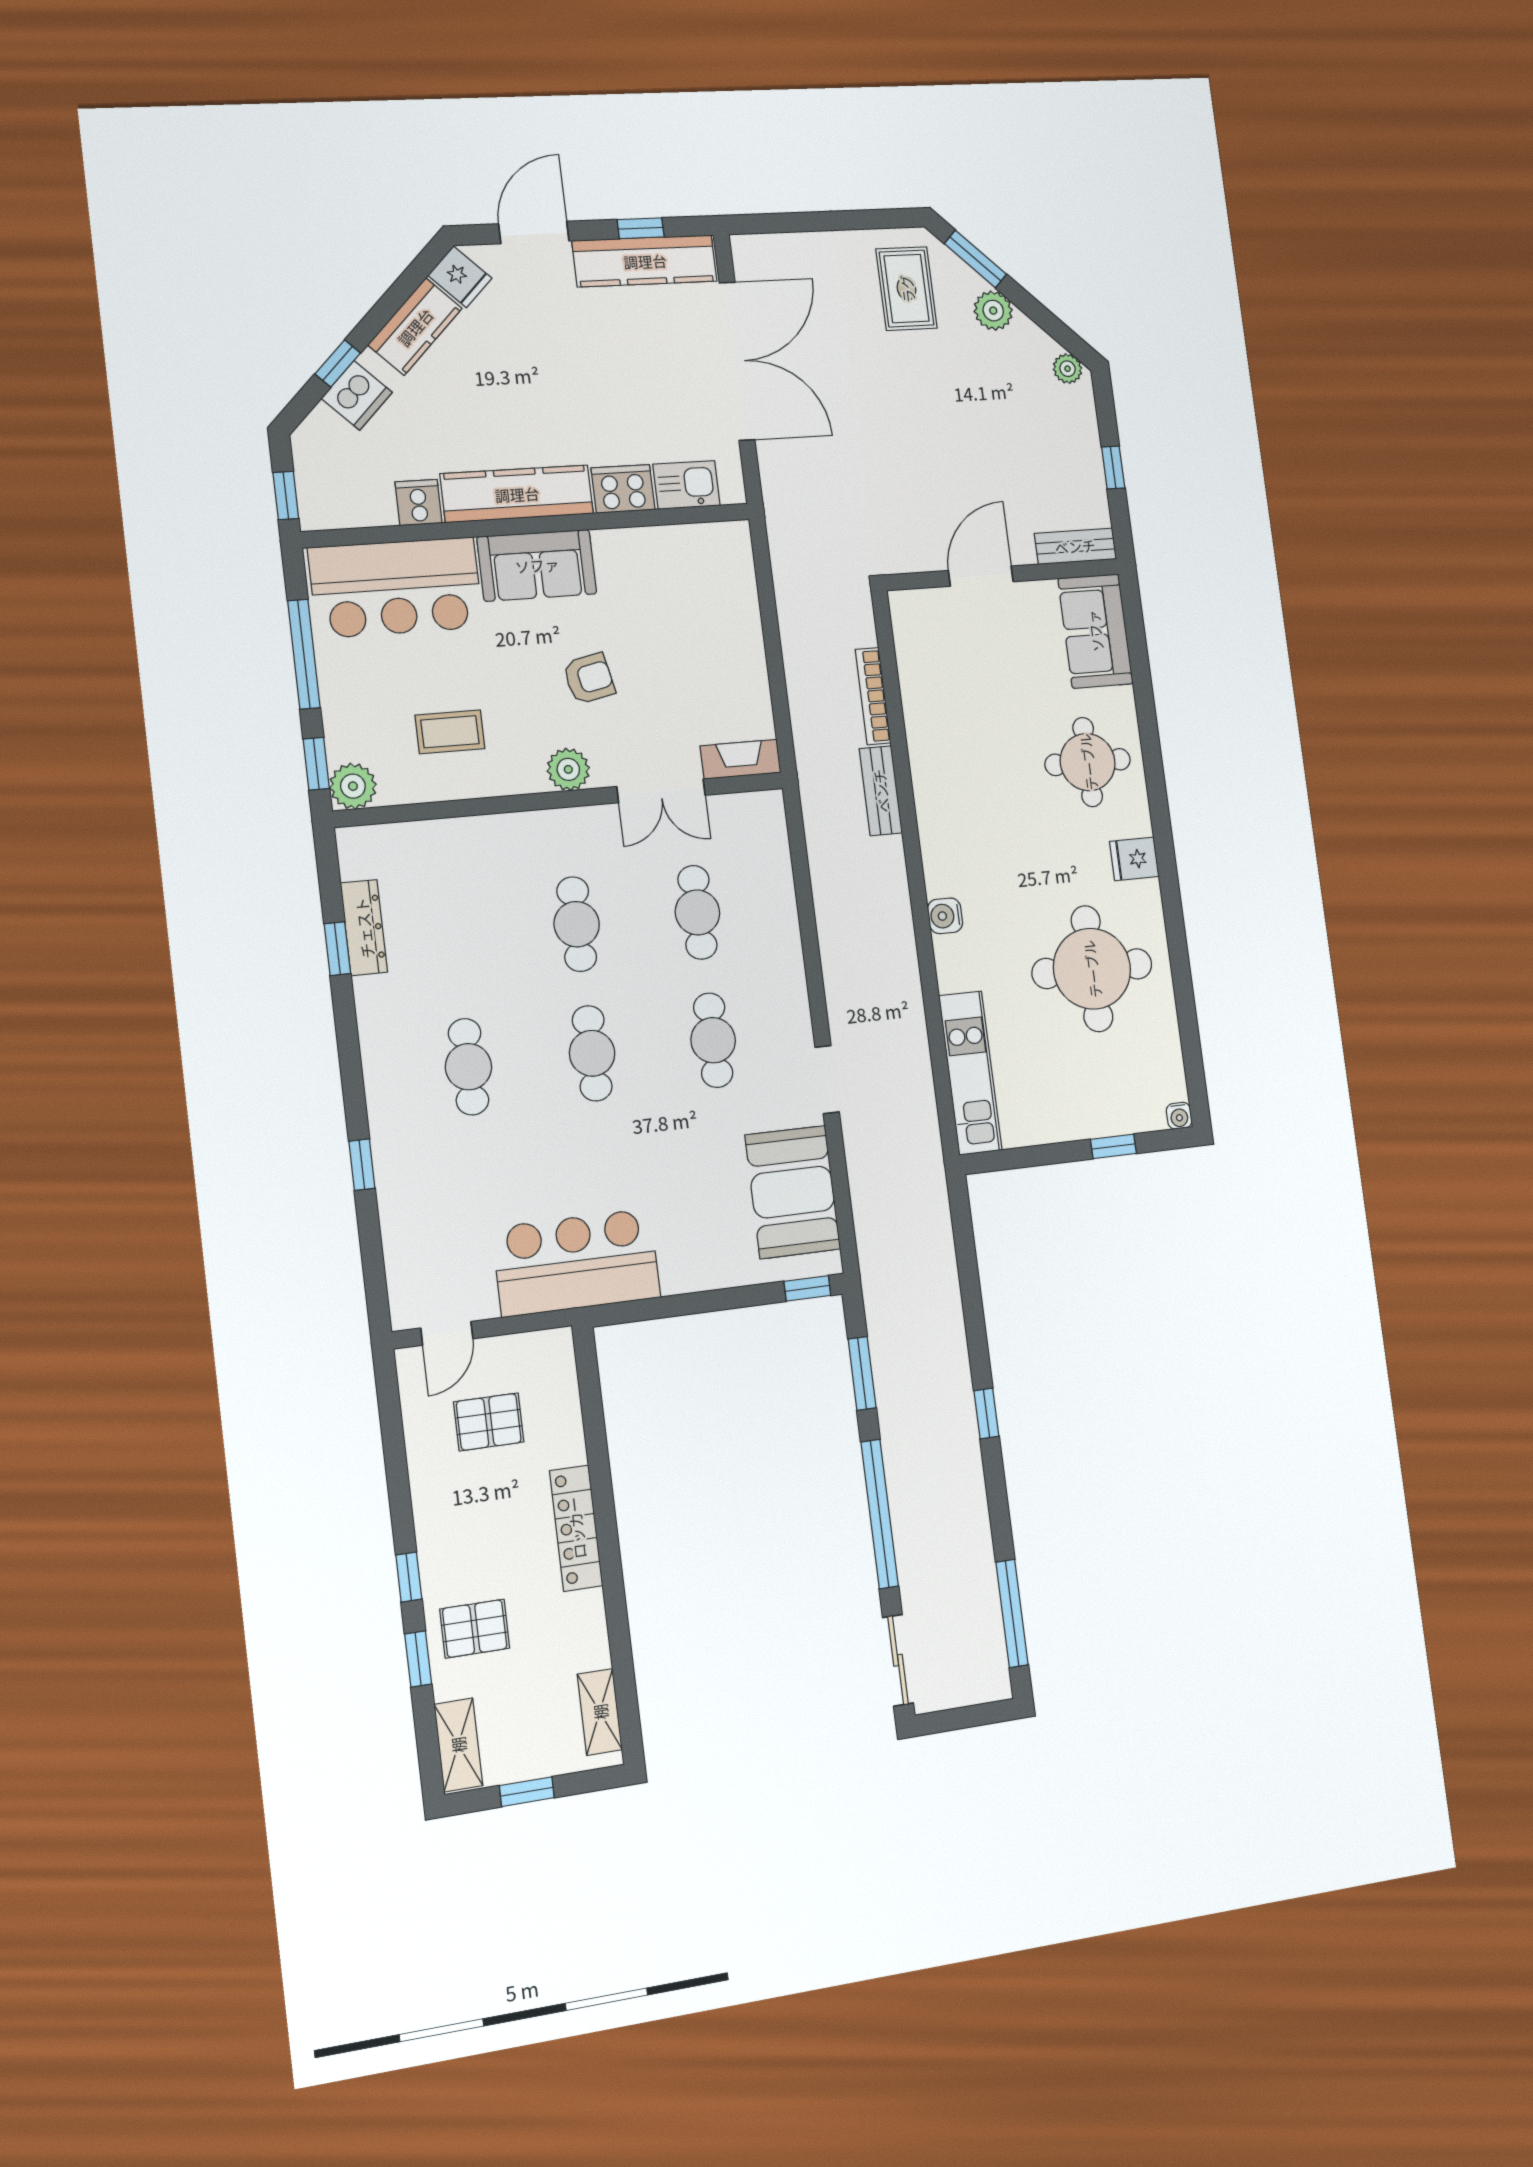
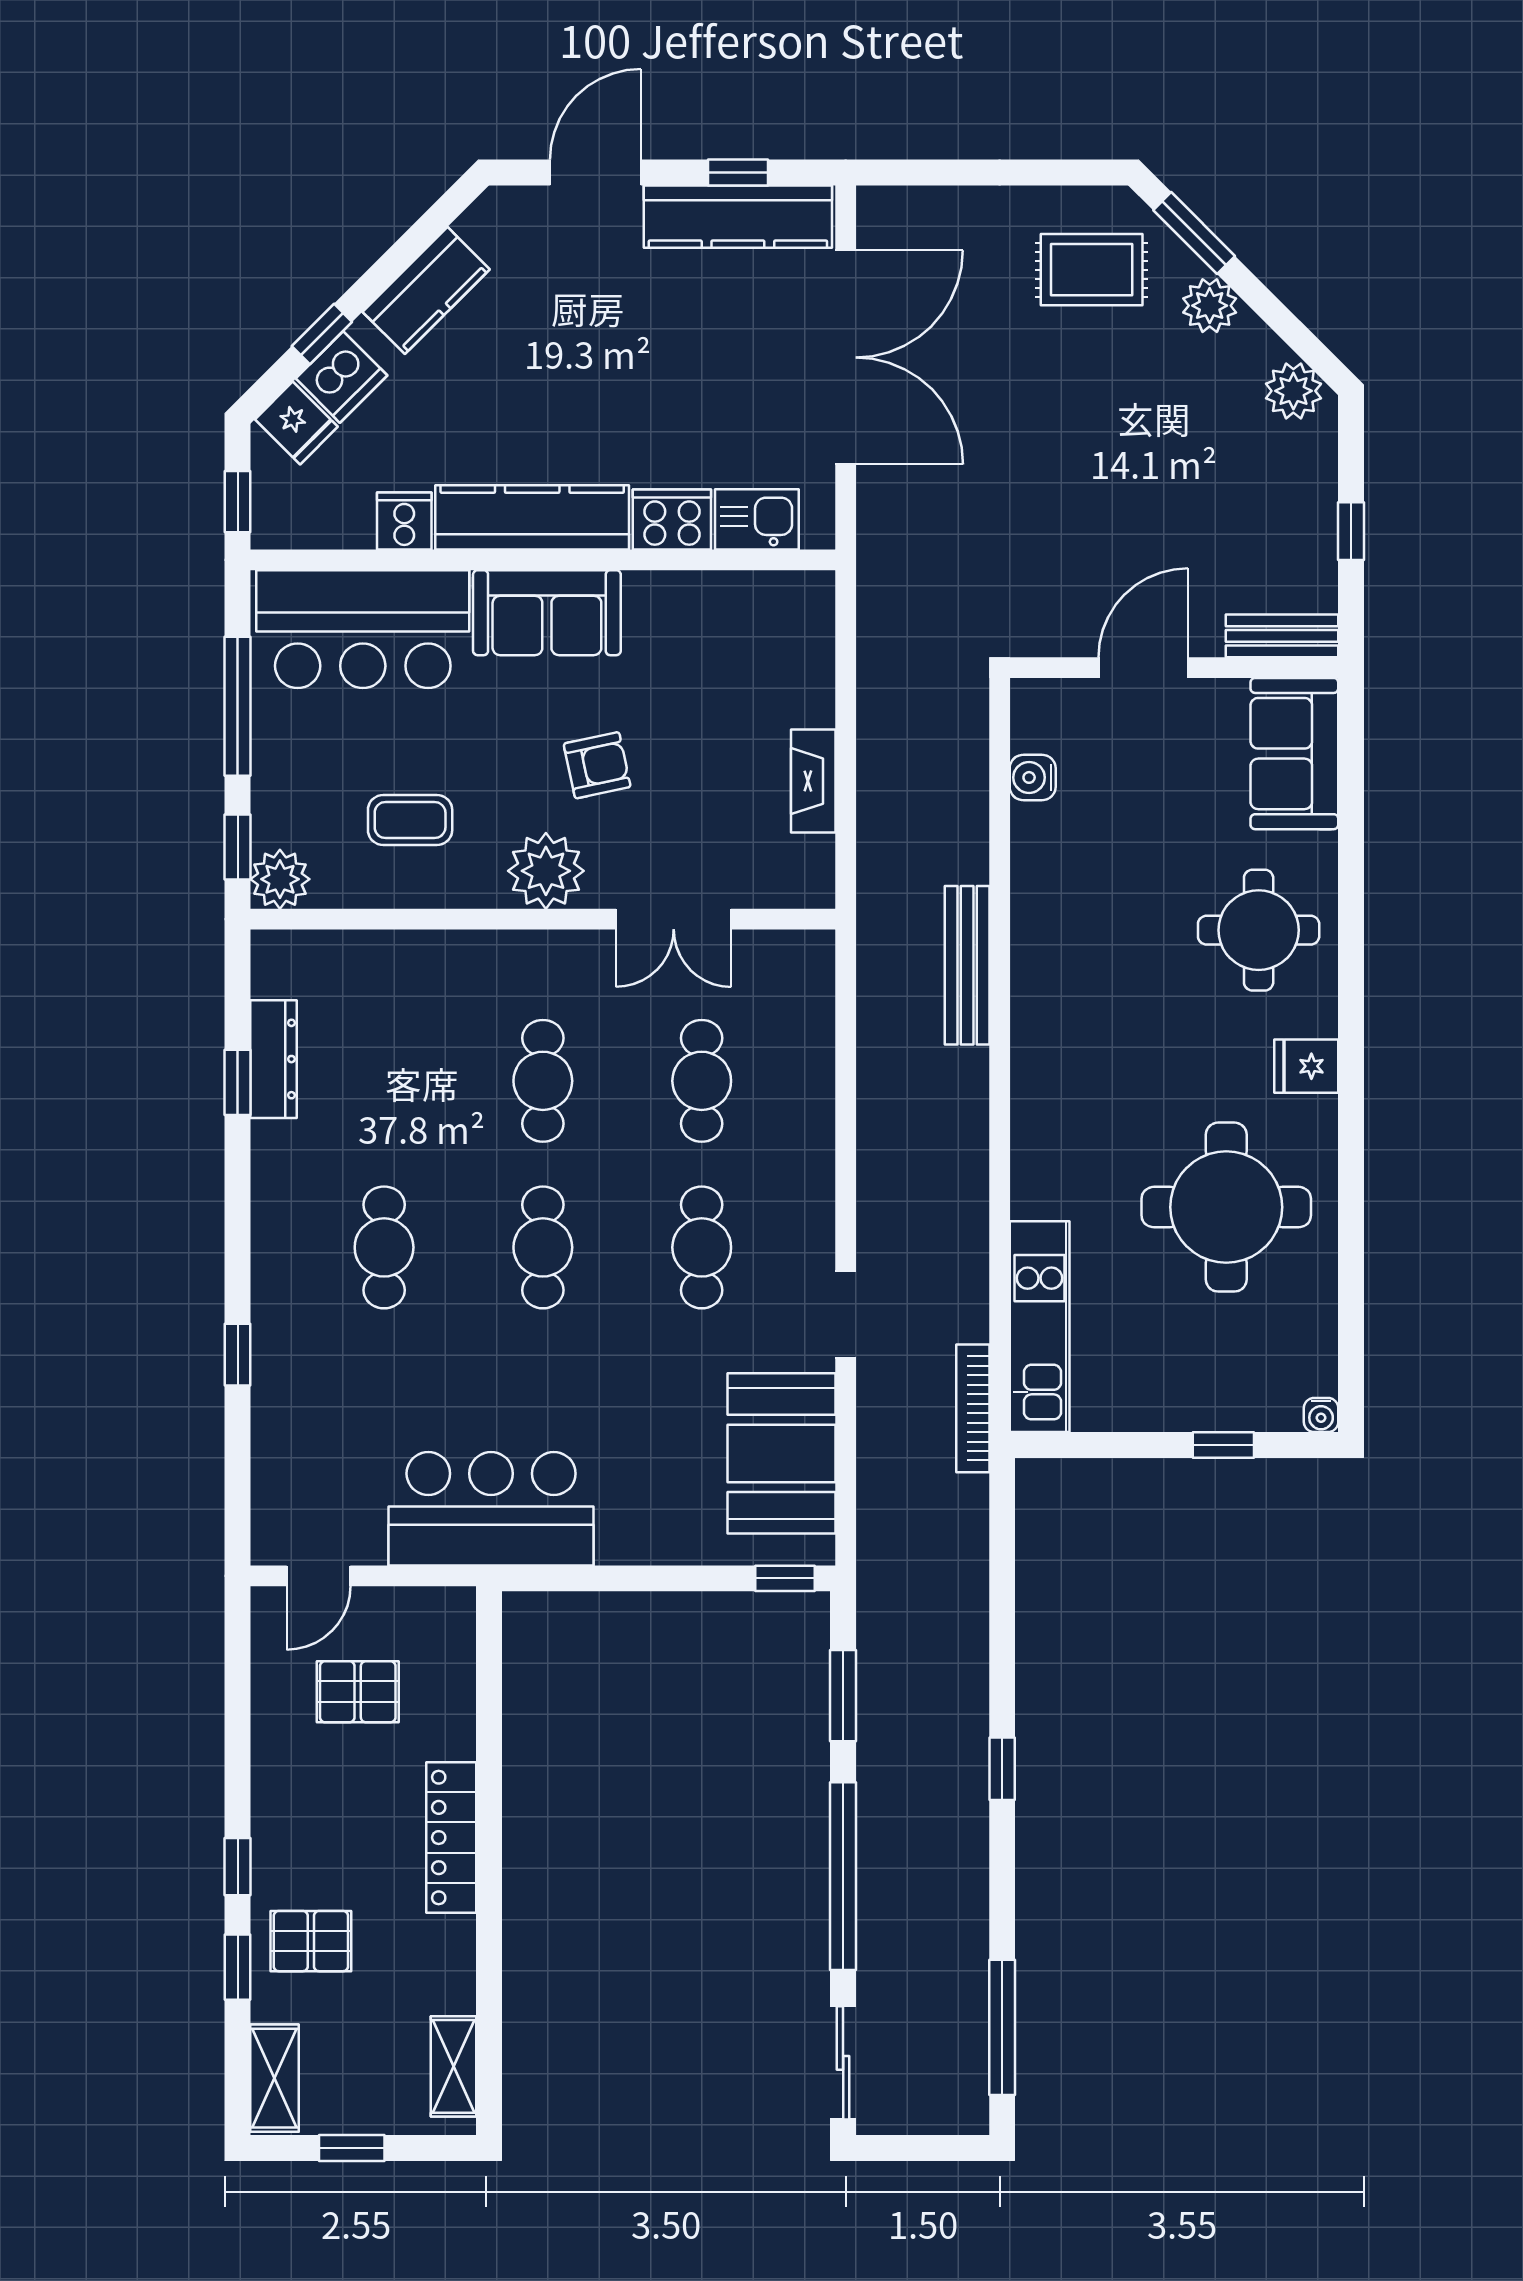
fridge: (460, 277) -> (296, 423), moved
rug: (907, 289) -> (1092, 270), turned 90
plant: (1068, 369) -> (1293, 391), width x1.38, depth x1.38
bookcase: (873, 696) -> (973, 1408), moved
fireplace: (741, 759) -> (813, 781), moved, turned -90
plant: (568, 769) -> (546, 871), width x1.36, depth x1.36
bench: (881, 791) -> (967, 965), width x1.36
water cooler: (945, 916) -> (1033, 777), moved

